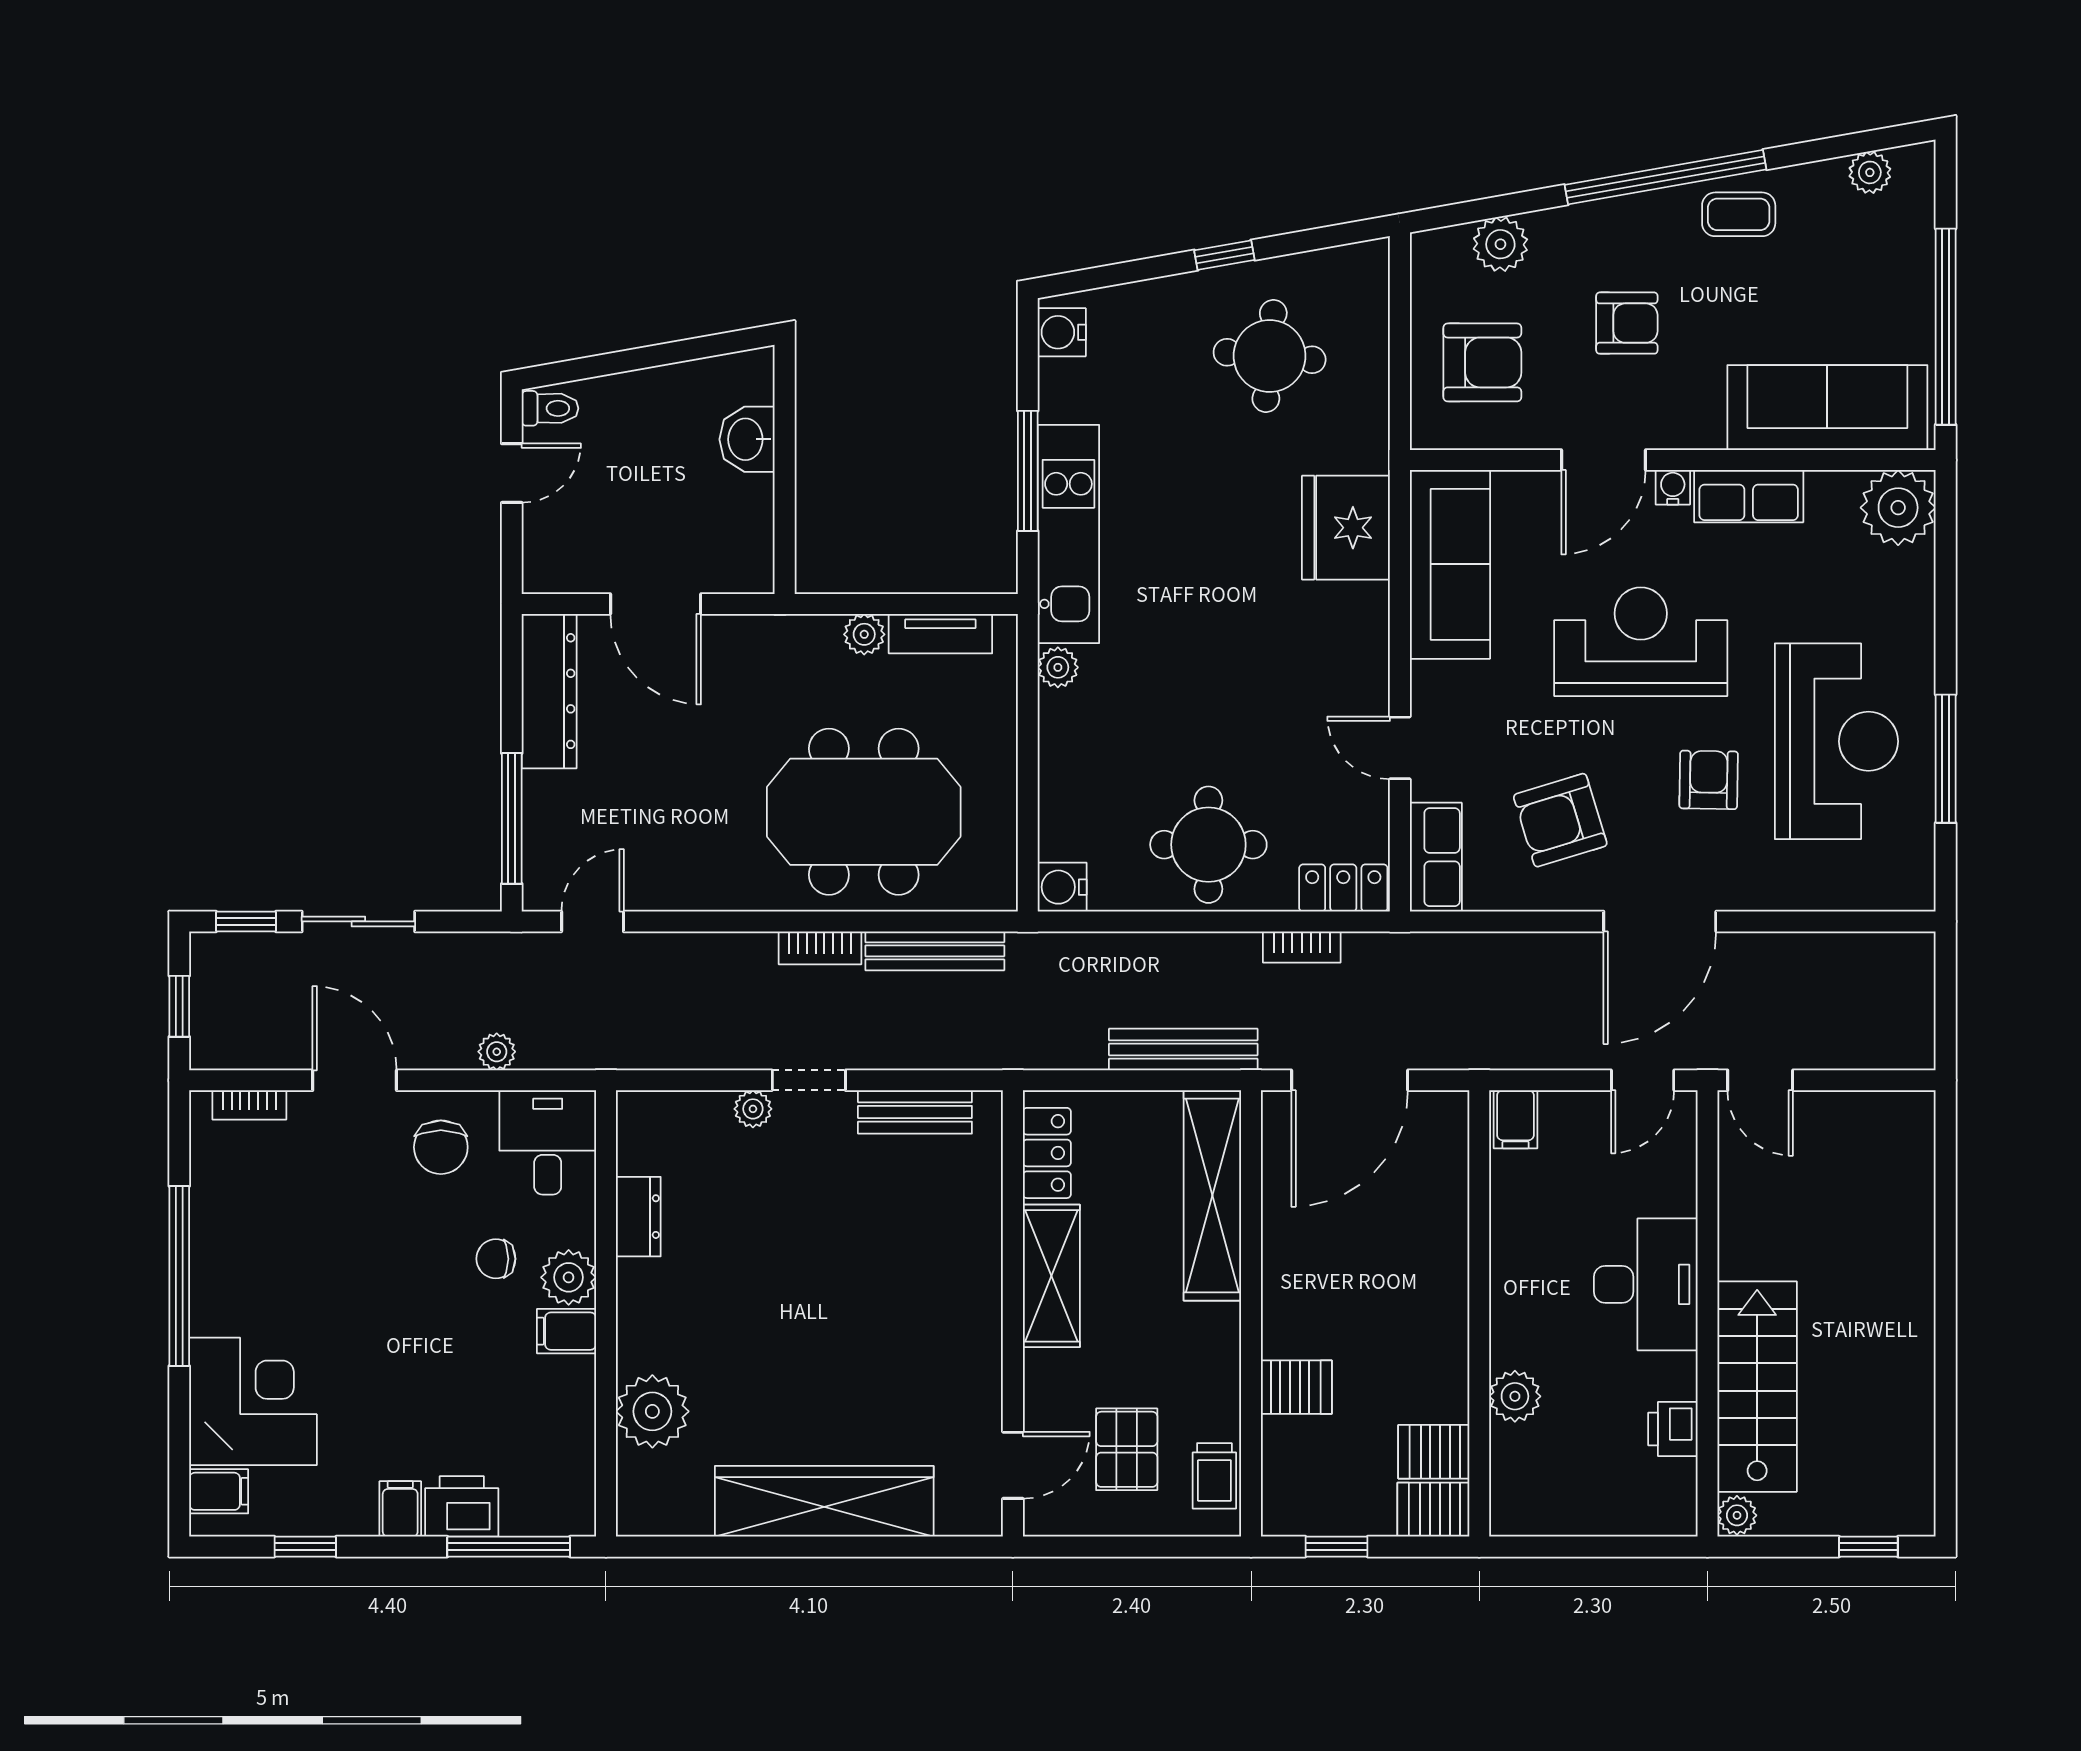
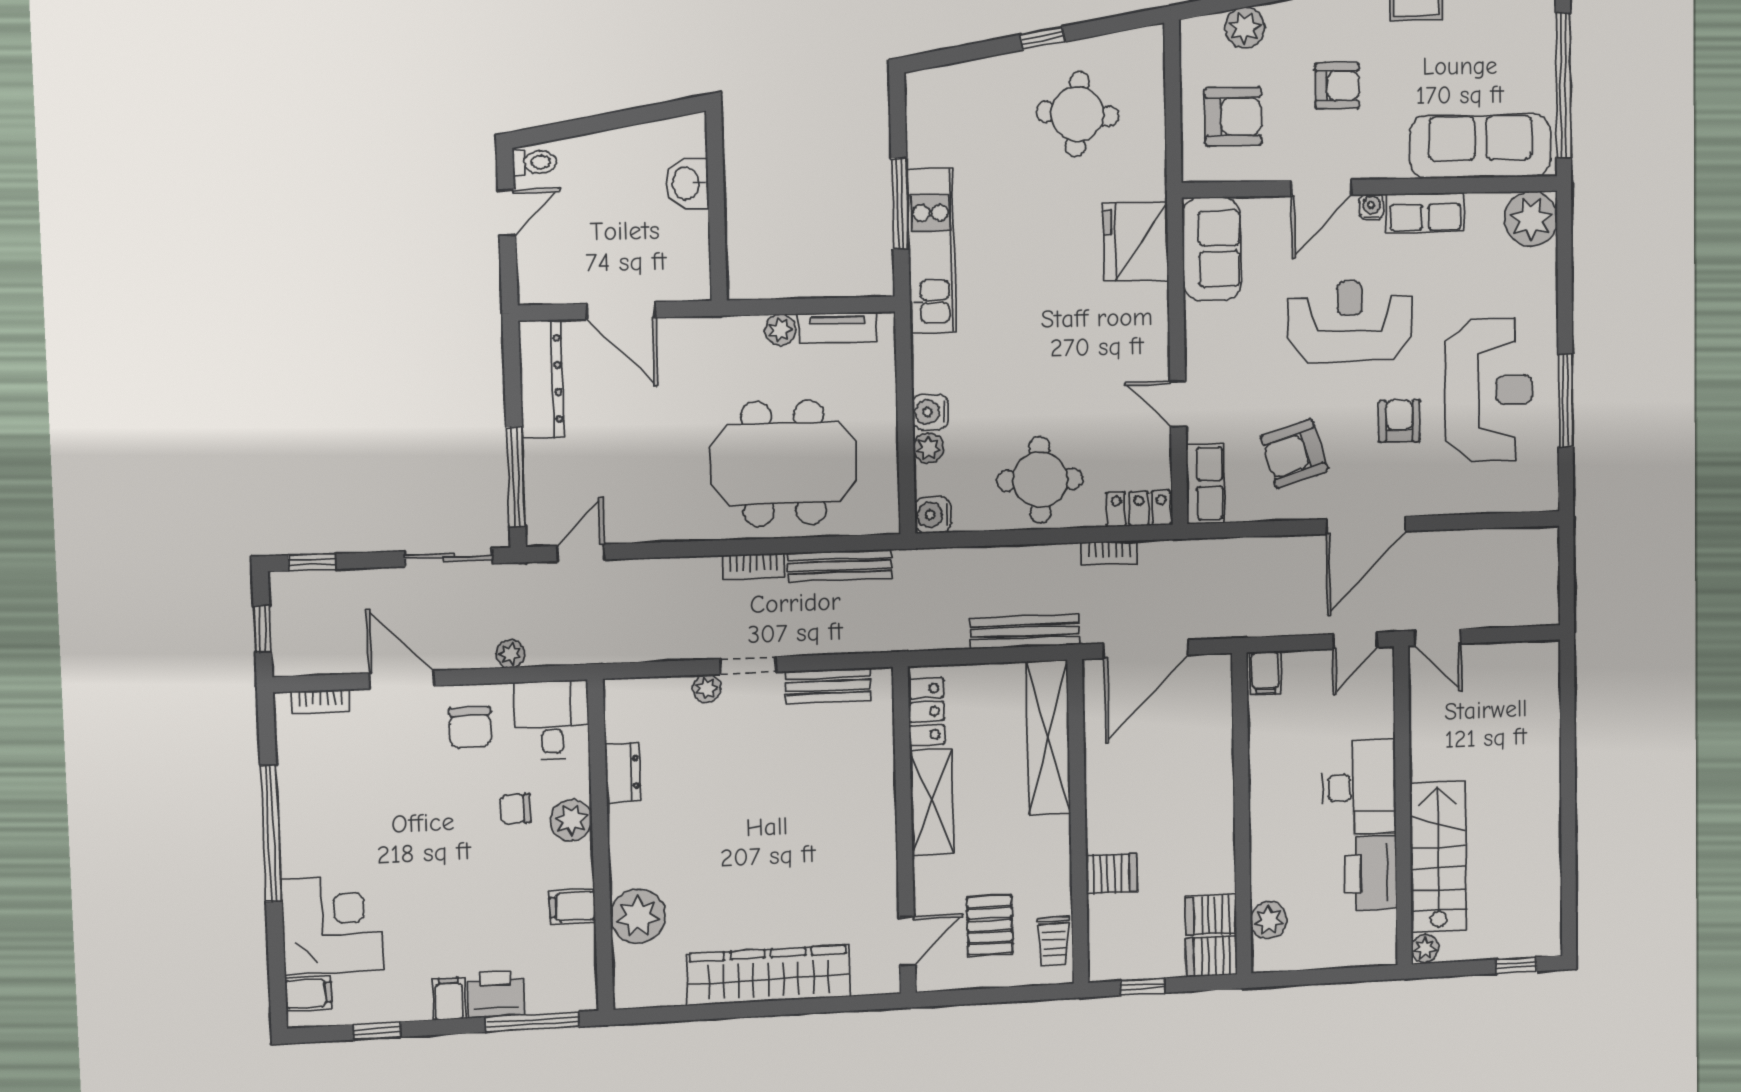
water cooler: (1062, 332) -> (930, 412), moved
sofa: (1450, 564) -> (1212, 249), width x0.73
plant: (1058, 667) -> (928, 448), moved
sliding door: (358, 921) -> (448, 557), moved
filing cabinet: (566, 1331) -> (573, 907), moved
plant: (1515, 1396) -> (1269, 920), moved
printer: (1673, 1429) -> (1371, 873), width x1.87, depth x1.48

